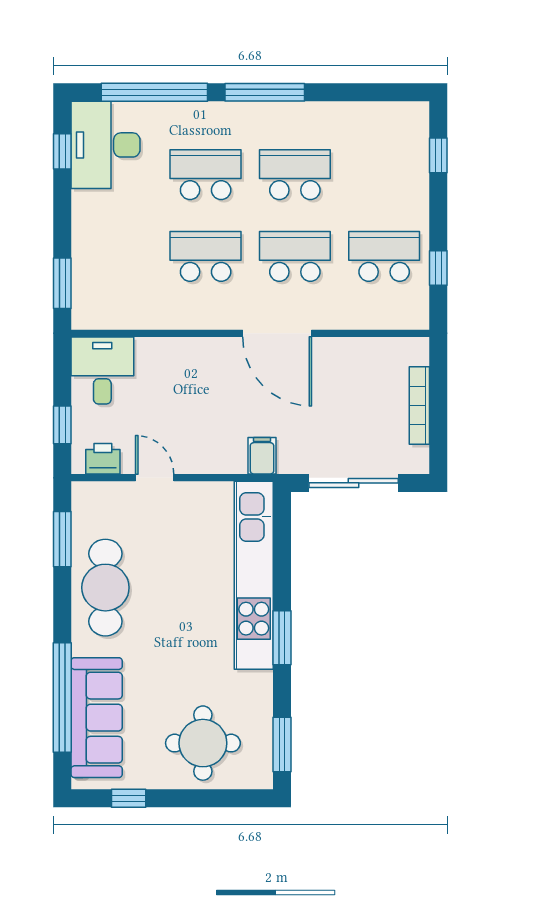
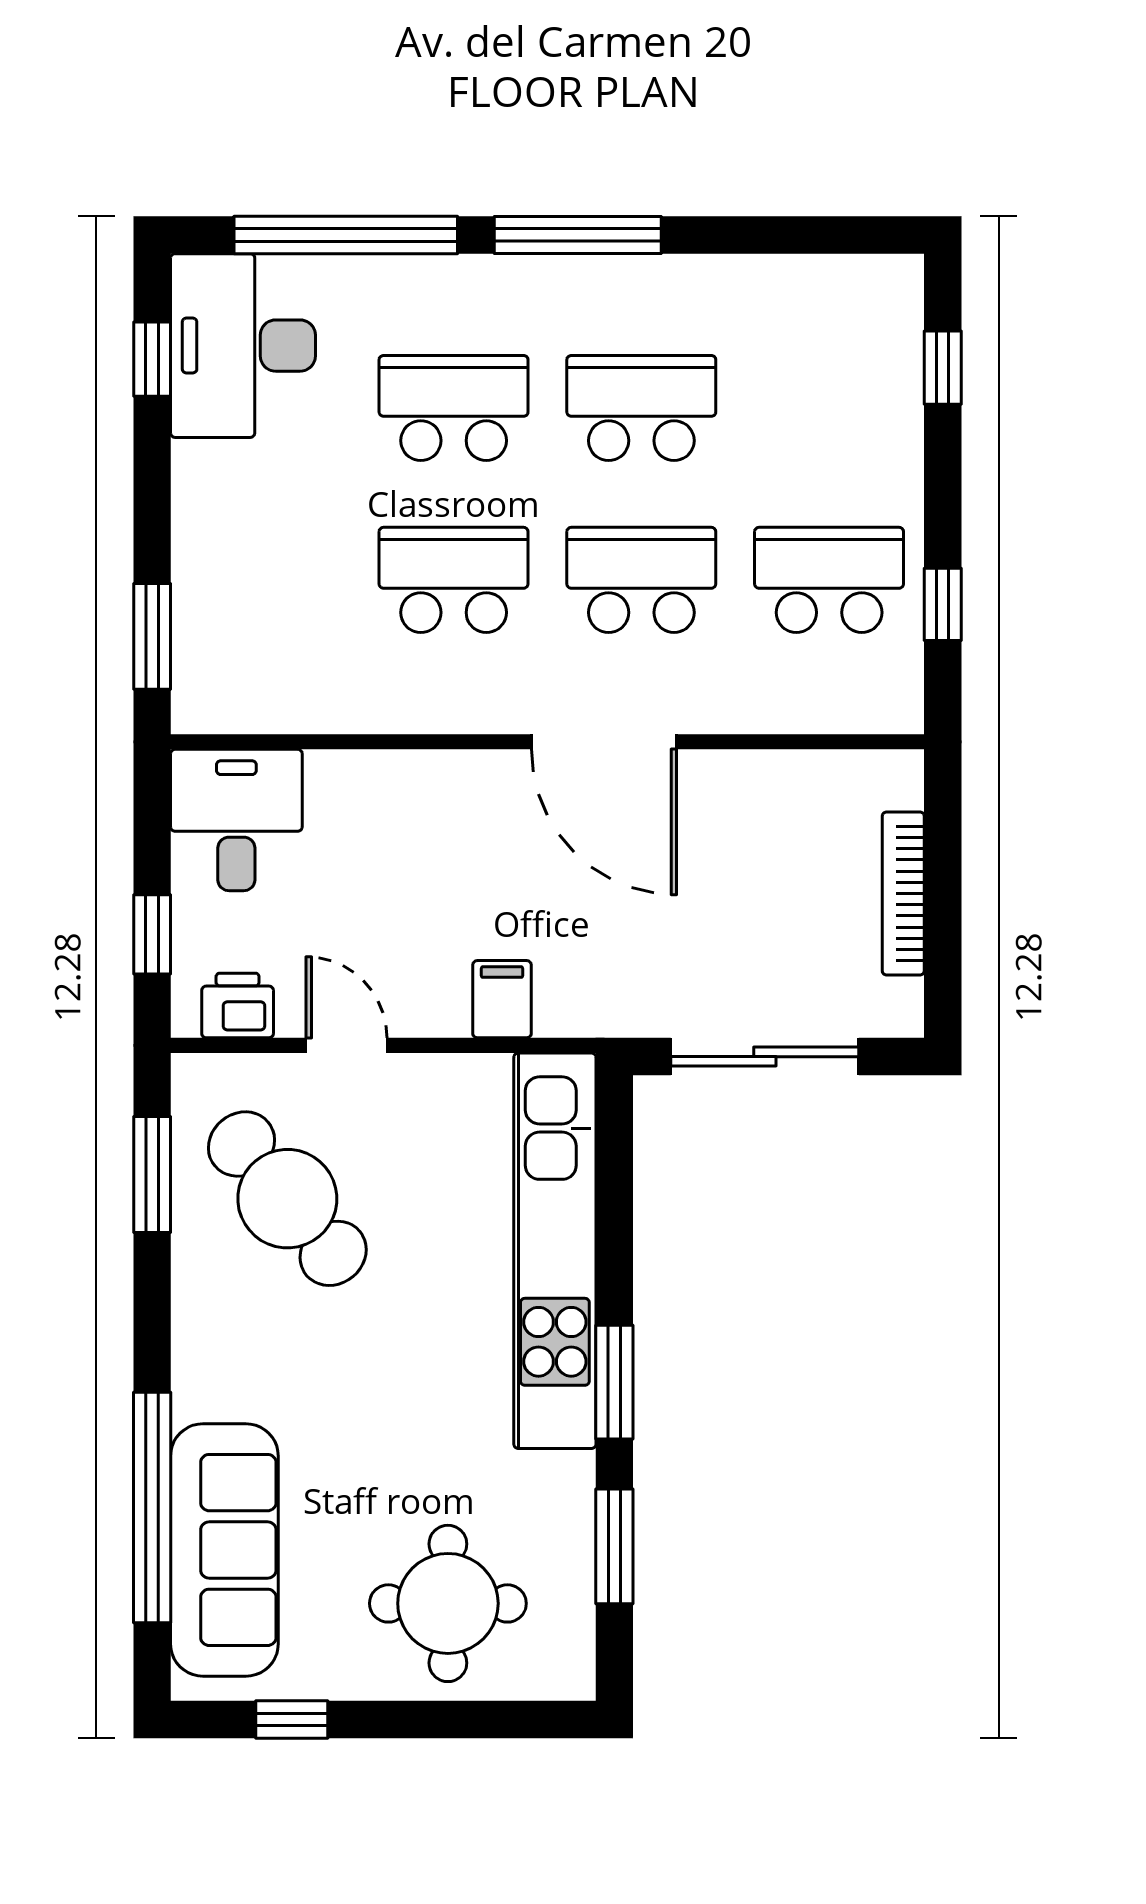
filing cabinet: (262, 456) -> (502, 999), moved
cafe table: (105, 588) -> (287, 1199), moved, turned -40
window: (282, 744) -> (614, 1546), moved

